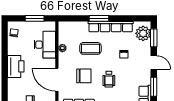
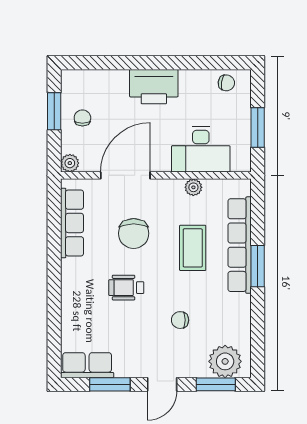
row of seats: (111, 27) -> (240, 245), moved

